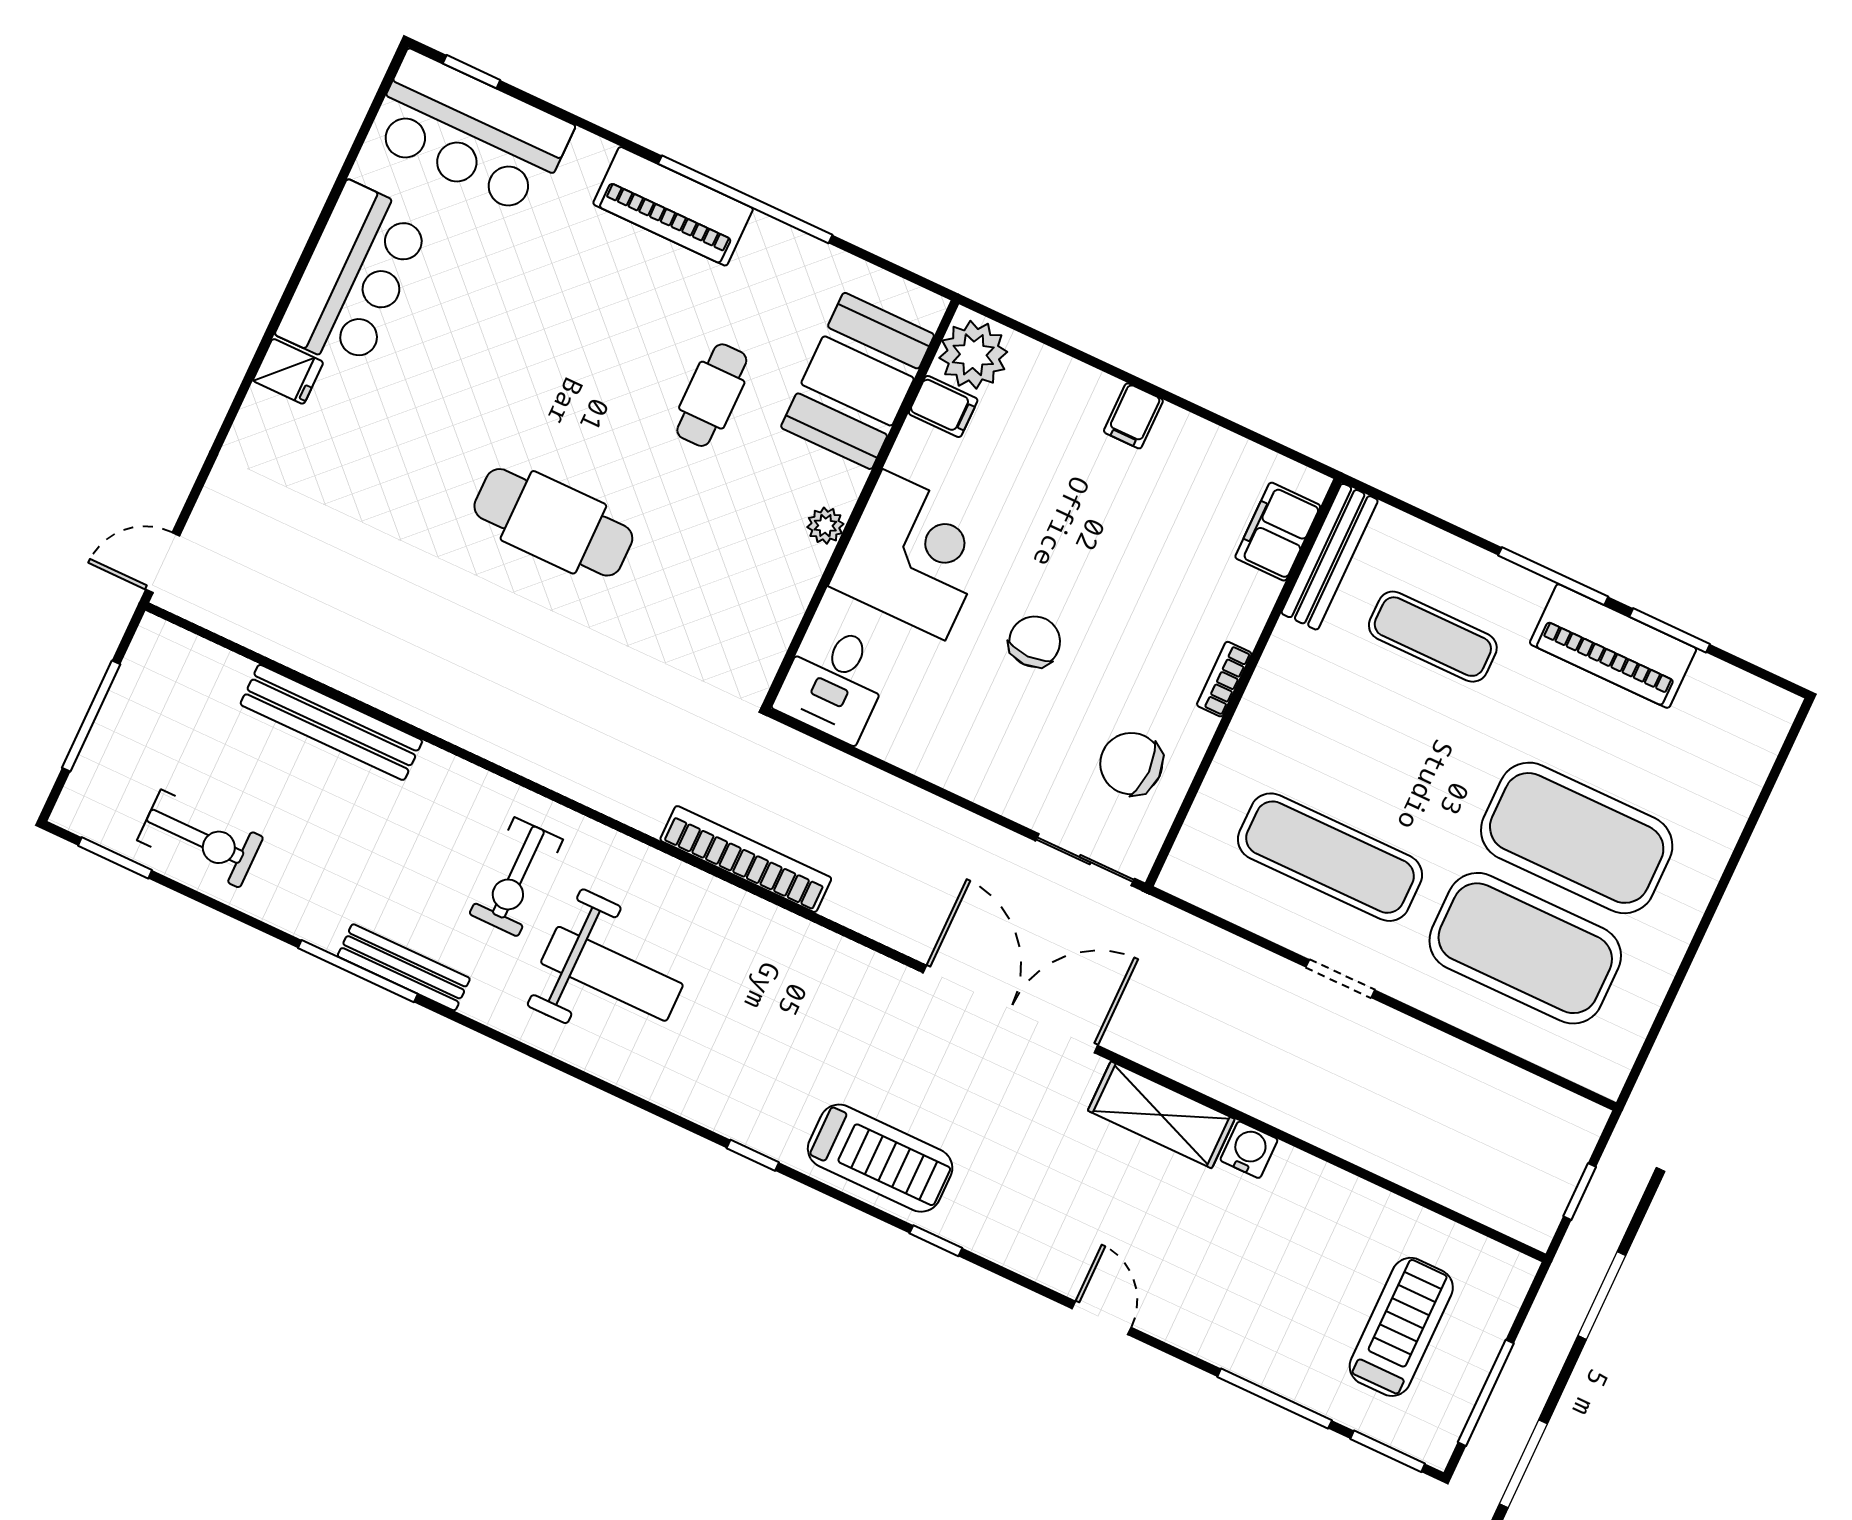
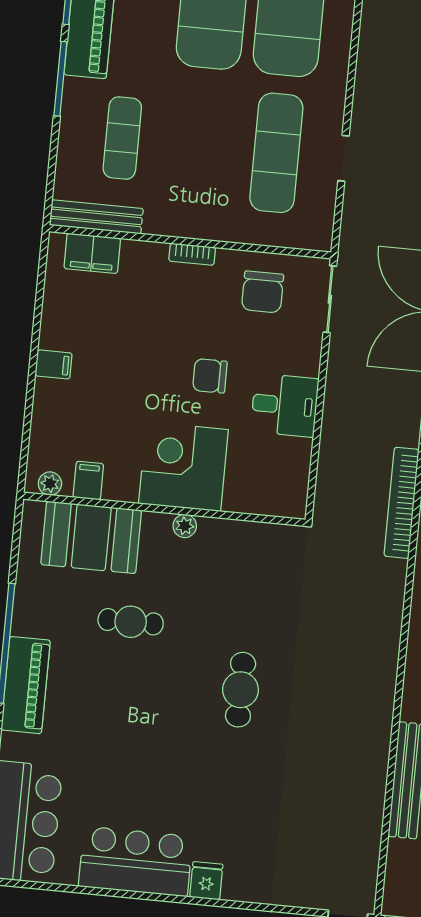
plant: (973, 355) -> (50, 484), width x0.53, depth x0.53
cafe table: (553, 522) -> (241, 690), width x0.73, depth x0.74
desk: (834, 682) -> (285, 405), moved
doorway: (1340, 979) -> (343, 158), moved

